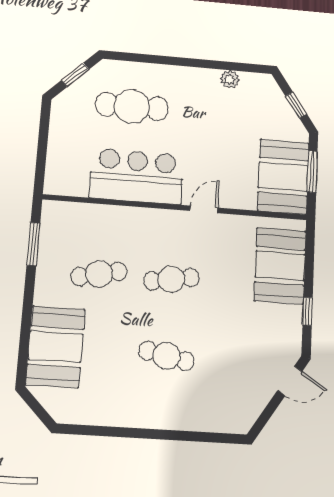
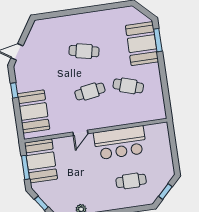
cafe table: (132, 106) -> (131, 181), width x0.73, depth x0.74
window: (33, 244) -> (158, 40), moved
cafe table: (99, 274) -> (128, 86), turned 30

